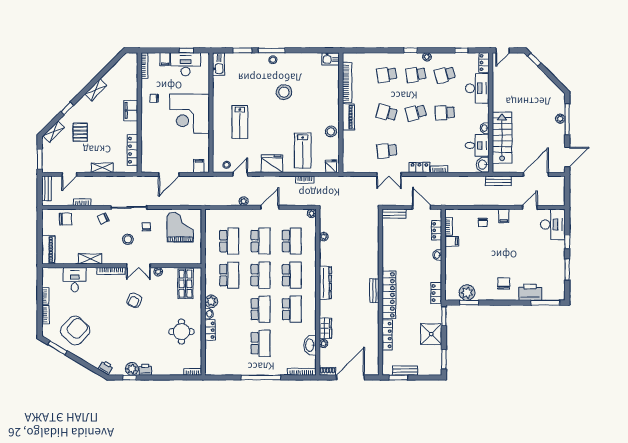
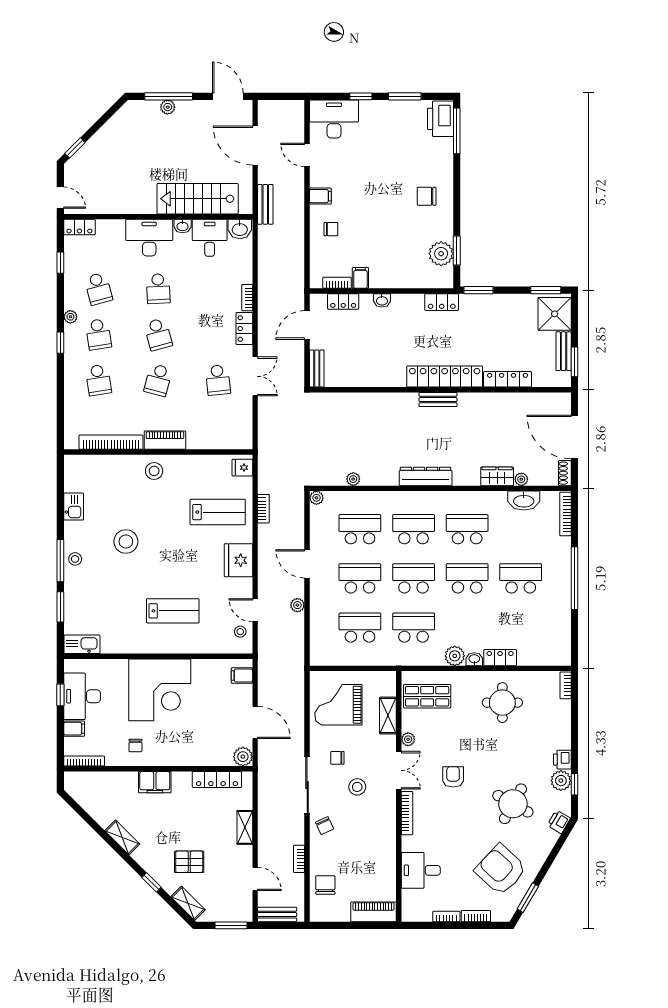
kitchen sink: (331, 59) -> (74, 507), moved
desk: (477, 88) -> (149, 238), moved
stool: (331, 131) -> (154, 471), moved
plant: (147, 167) -> (243, 757), added
shelving: (90, 259) -> (388, 716), moved
printer: (530, 292) -> (440, 119), moved
armchair: (134, 300) -> (453, 777), turned -114
shower: (431, 334) -> (555, 314), moved
round table: (117, 338) -> (513, 804), added

